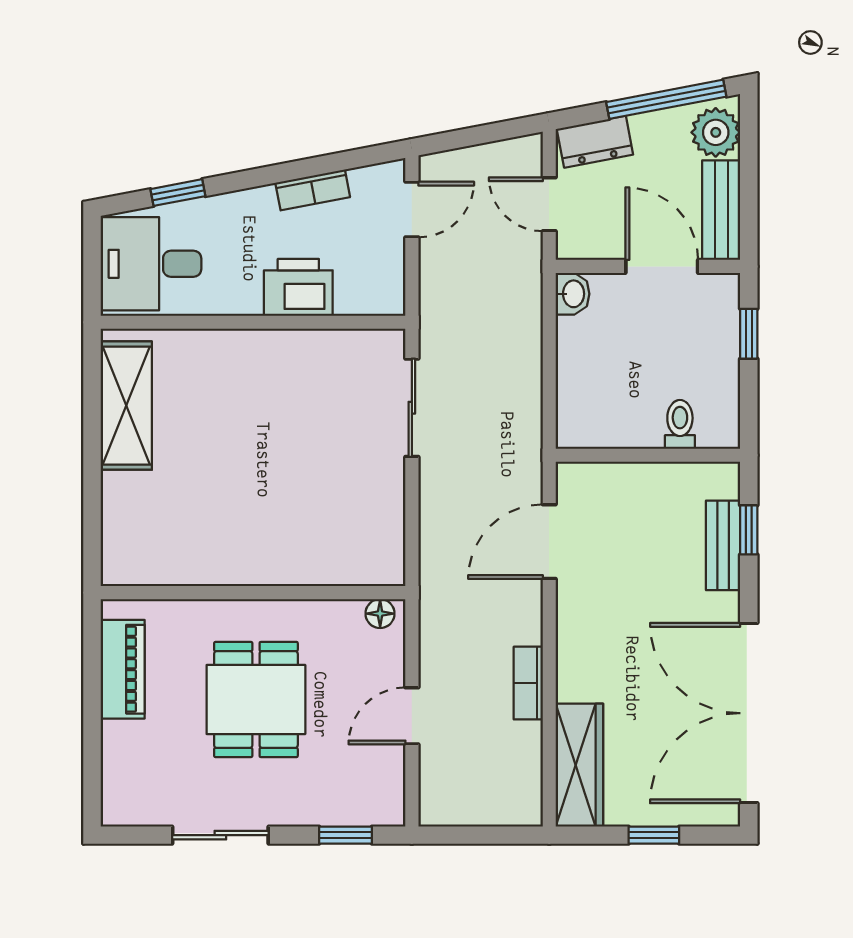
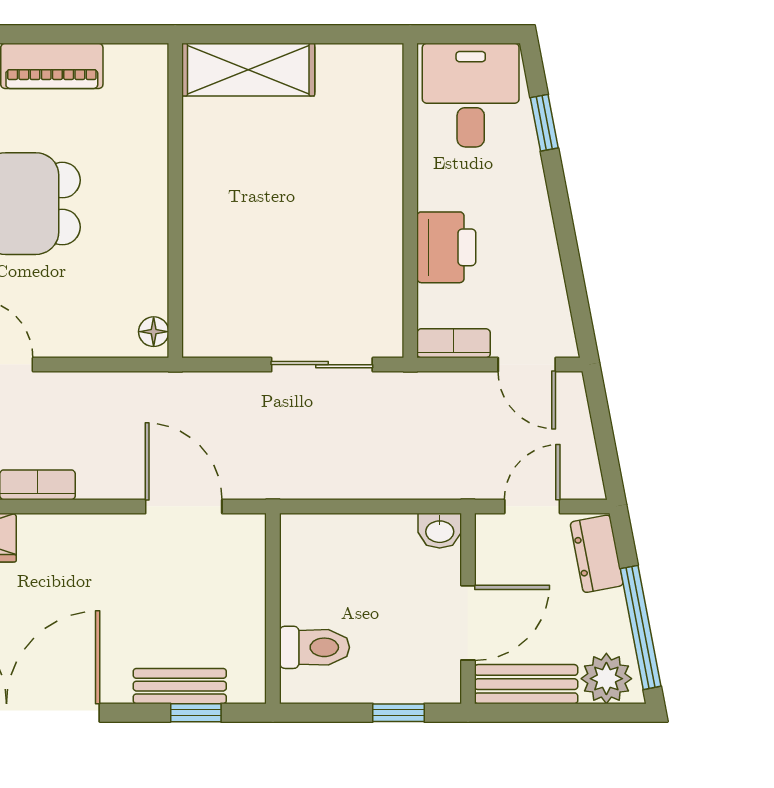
bookcase: (313, 190) -> (454, 343), moved, turned 101
shelving: (126, 406) -> (248, 70), moved
toilet: (680, 424) -> (314, 647), width x1.37, depth x1.39
wall: (253, 593) -> (175, 201), moved
floor lamp: (380, 614) -> (154, 332), moved

